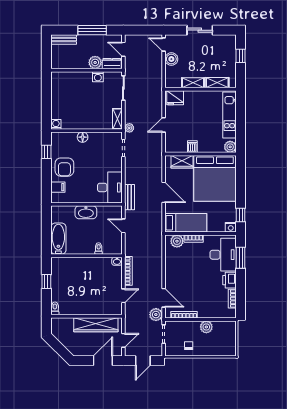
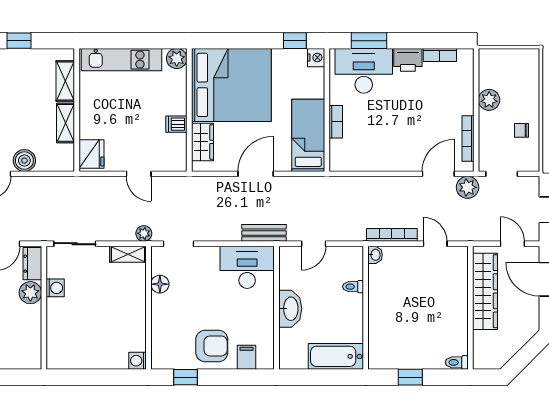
floor lamp: (83, 137) -> (160, 284), moved
plant: (177, 241) -> (340, 151), removed

